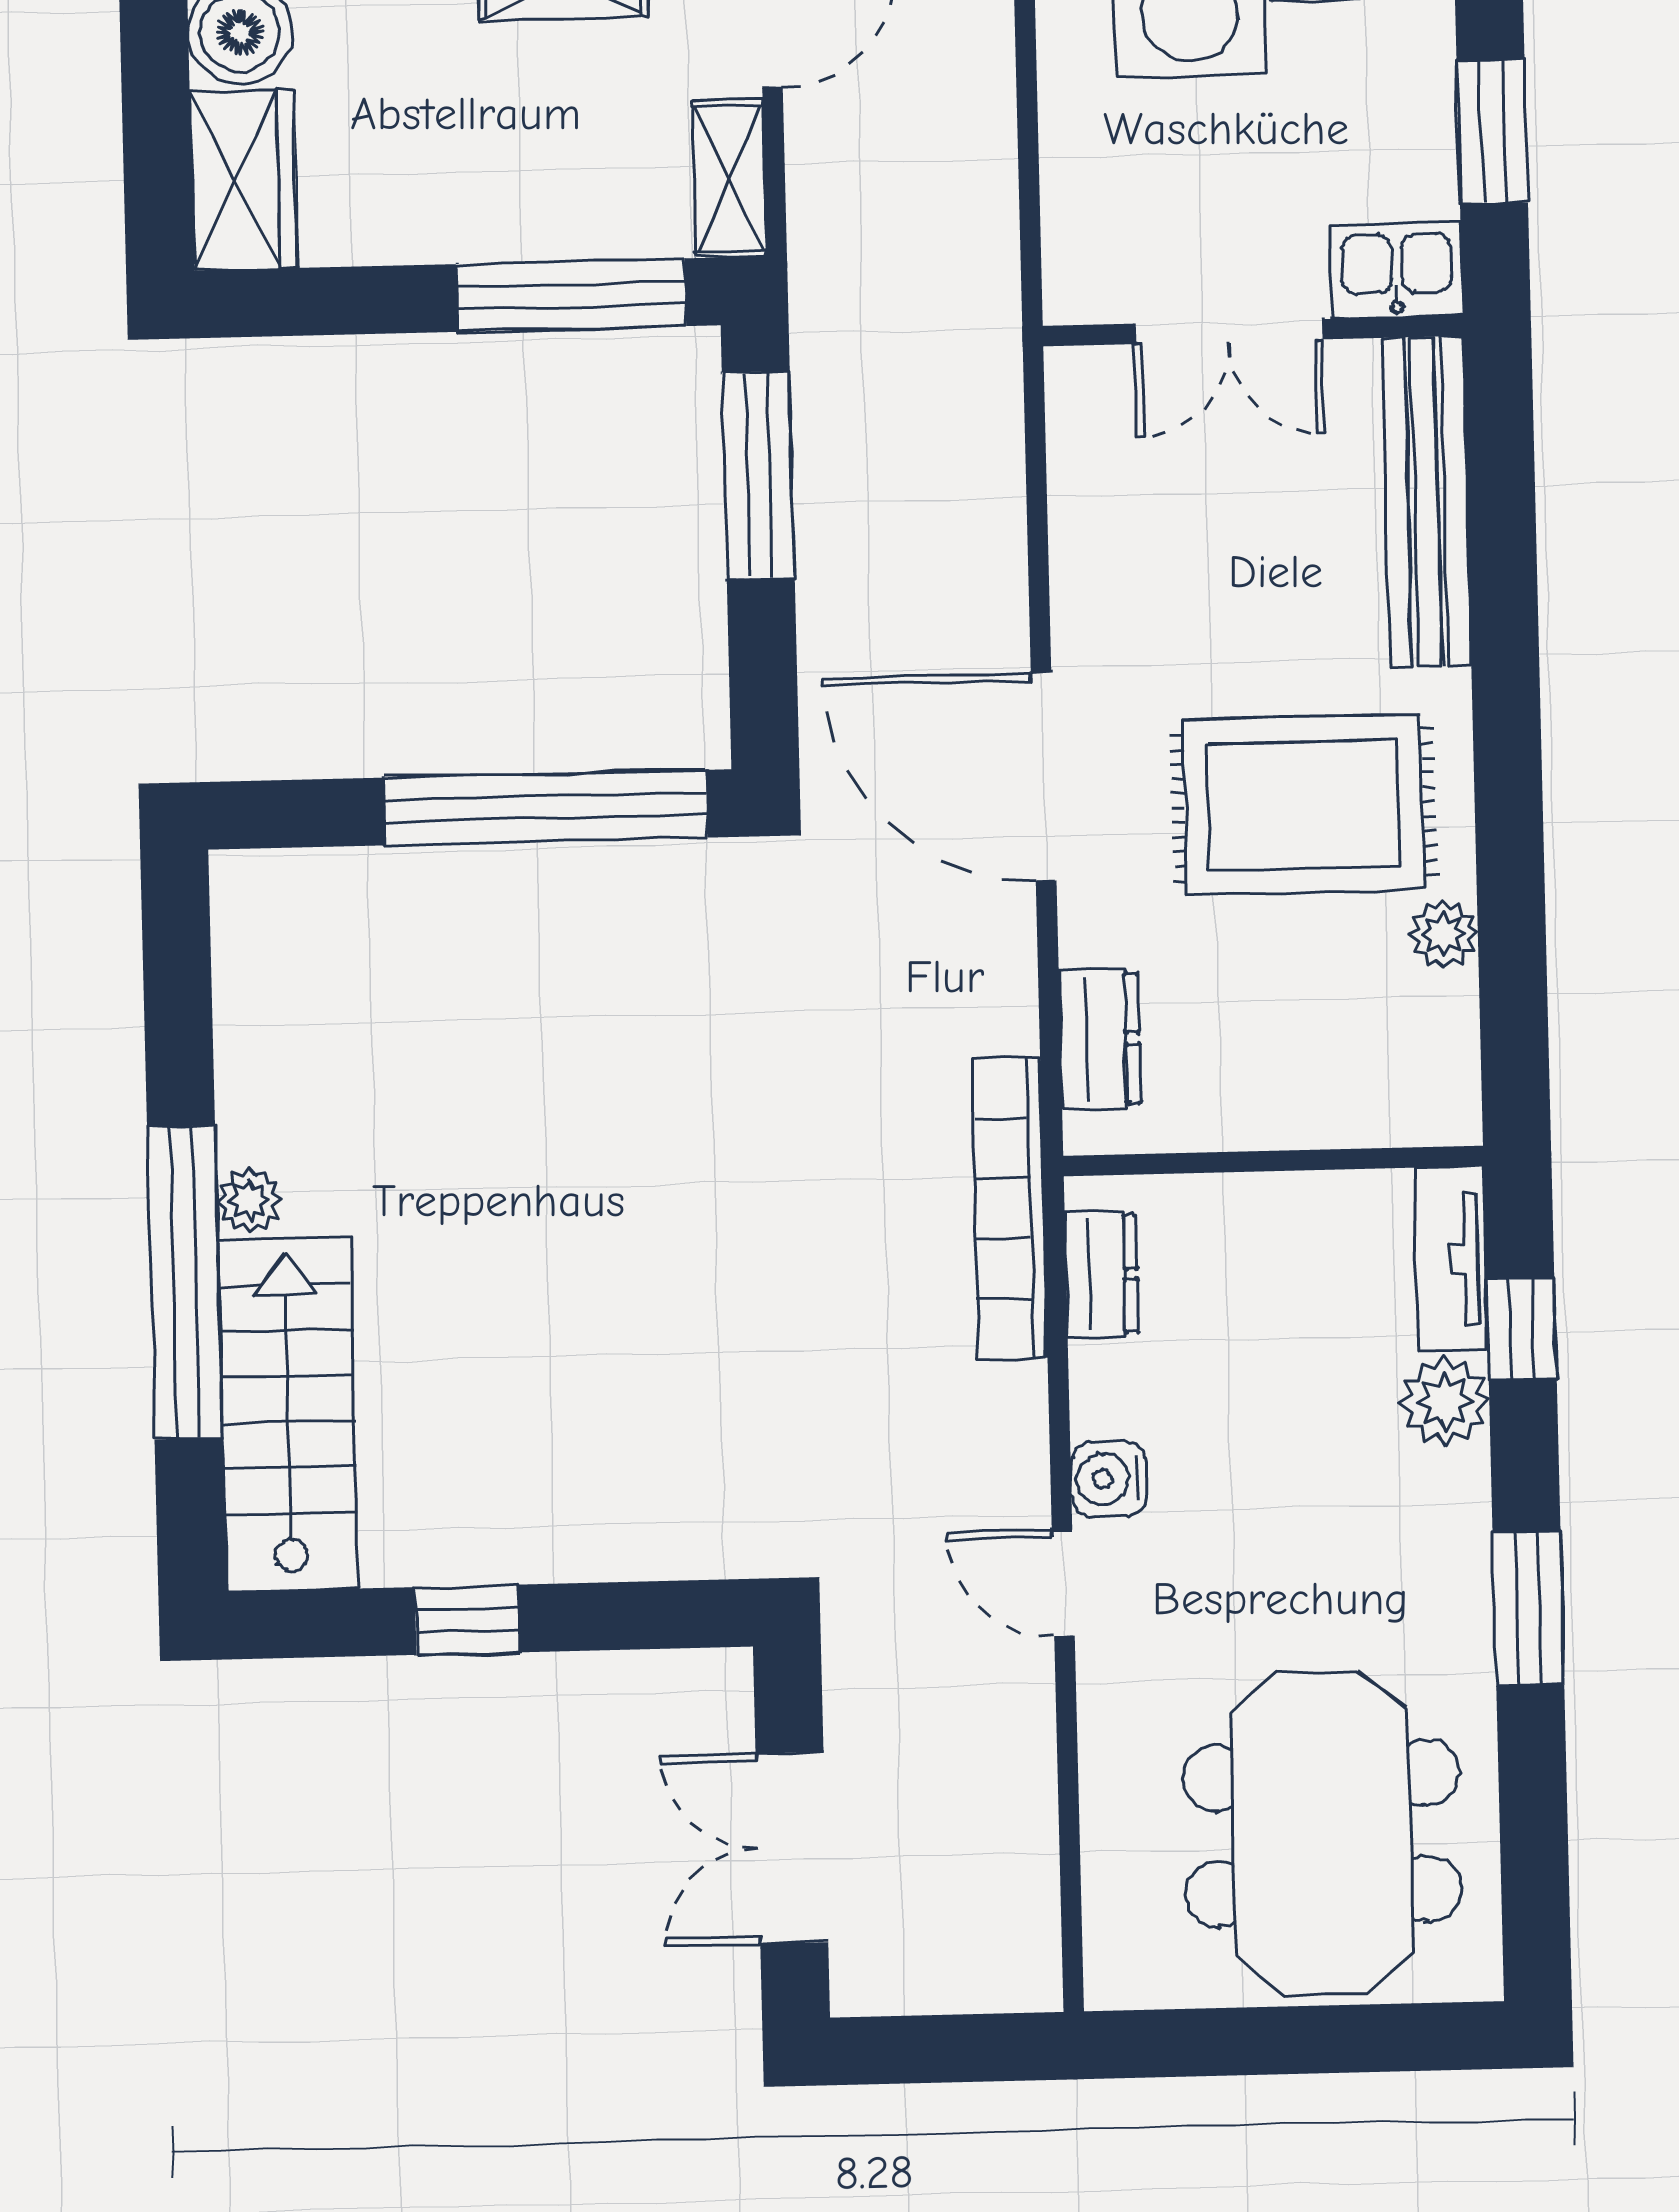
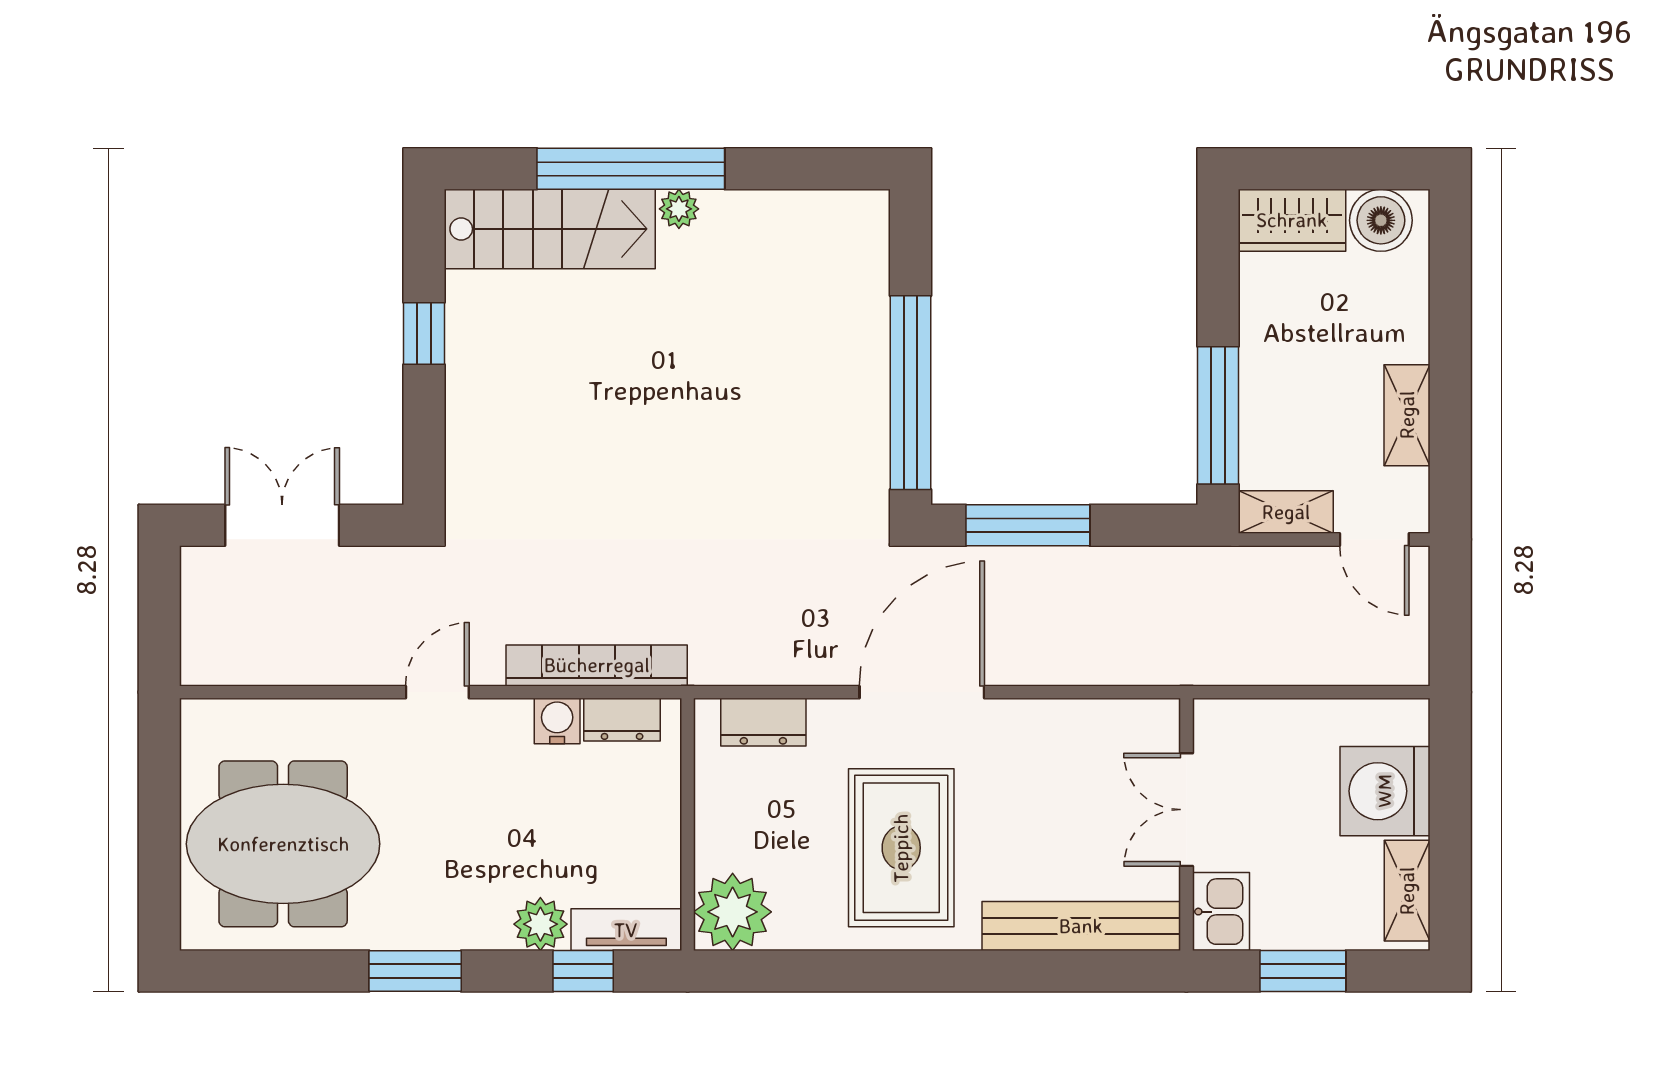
window: (758, 475) -> (1028, 525), moved
plant: (1443, 934) -> (733, 912), moved, width x1.88, depth x1.88
bookcase: (1010, 1208) -> (597, 665), moved
water cooler: (1109, 1479) -> (557, 721), moved

